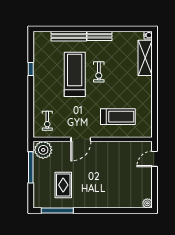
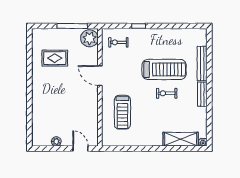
window: (31, 69) -> (138, 26), moved
plant: (147, 203) -> (56, 141), moved
window: (57, 211) -> (29, 52), removed

